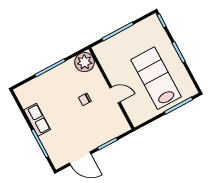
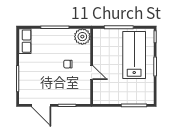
lab bench: (156, 78) -> (134, 55), moved
row of seats: (37, 120) -> (25, 41), moved

